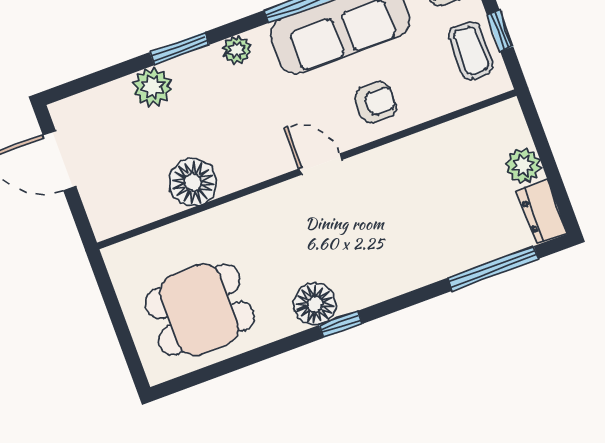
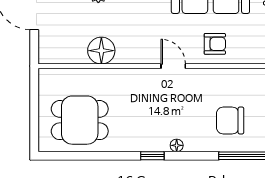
chair: (448, 219) -> (230, 120), added
floor lamp: (315, 304) -> (177, 145), moved, width x0.53, depth x0.53

